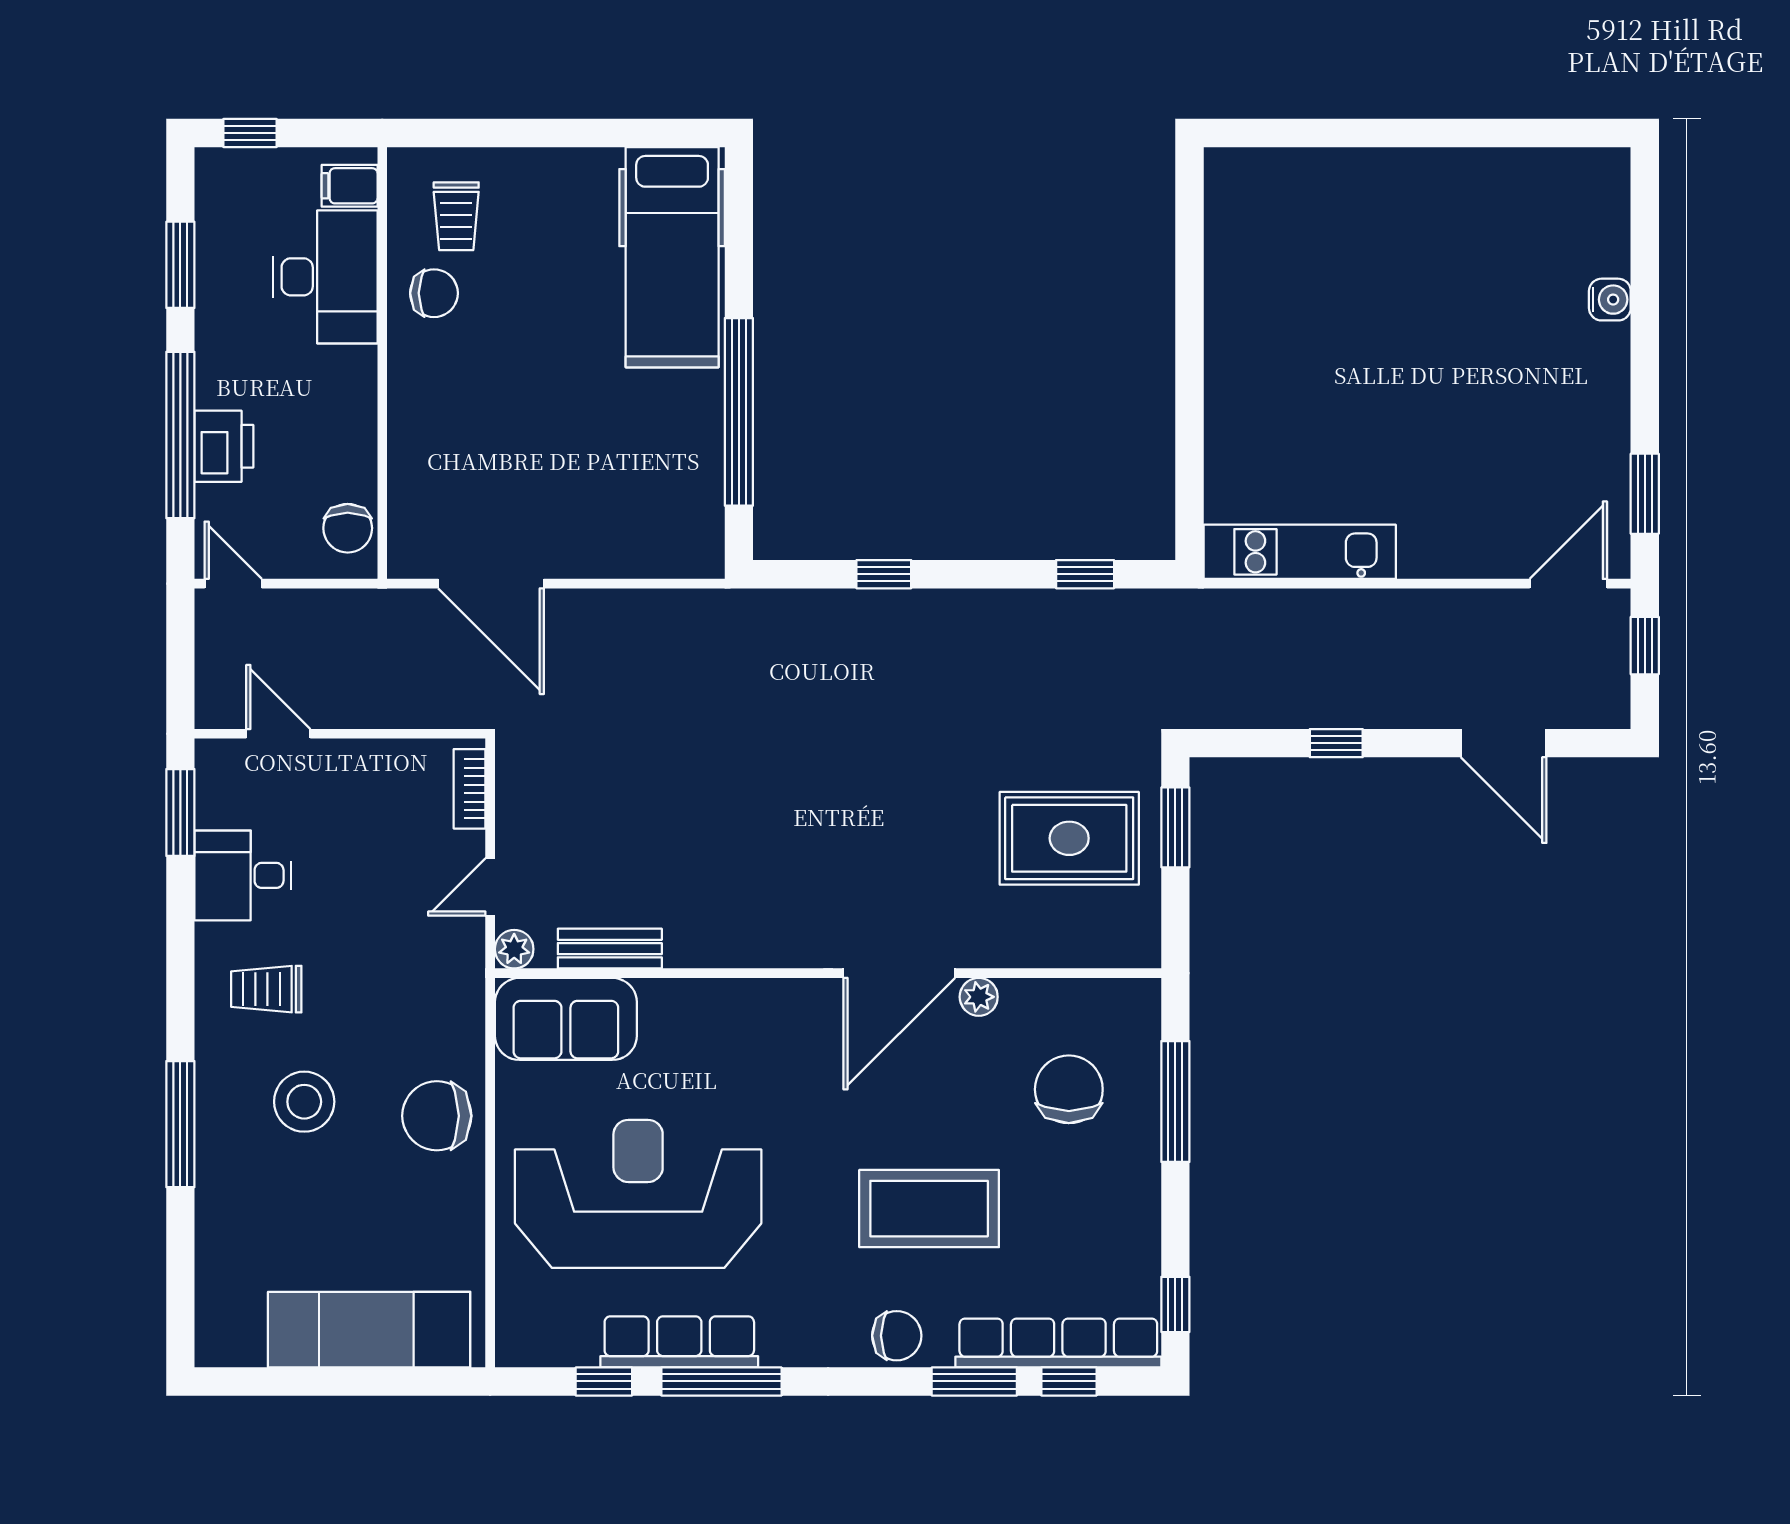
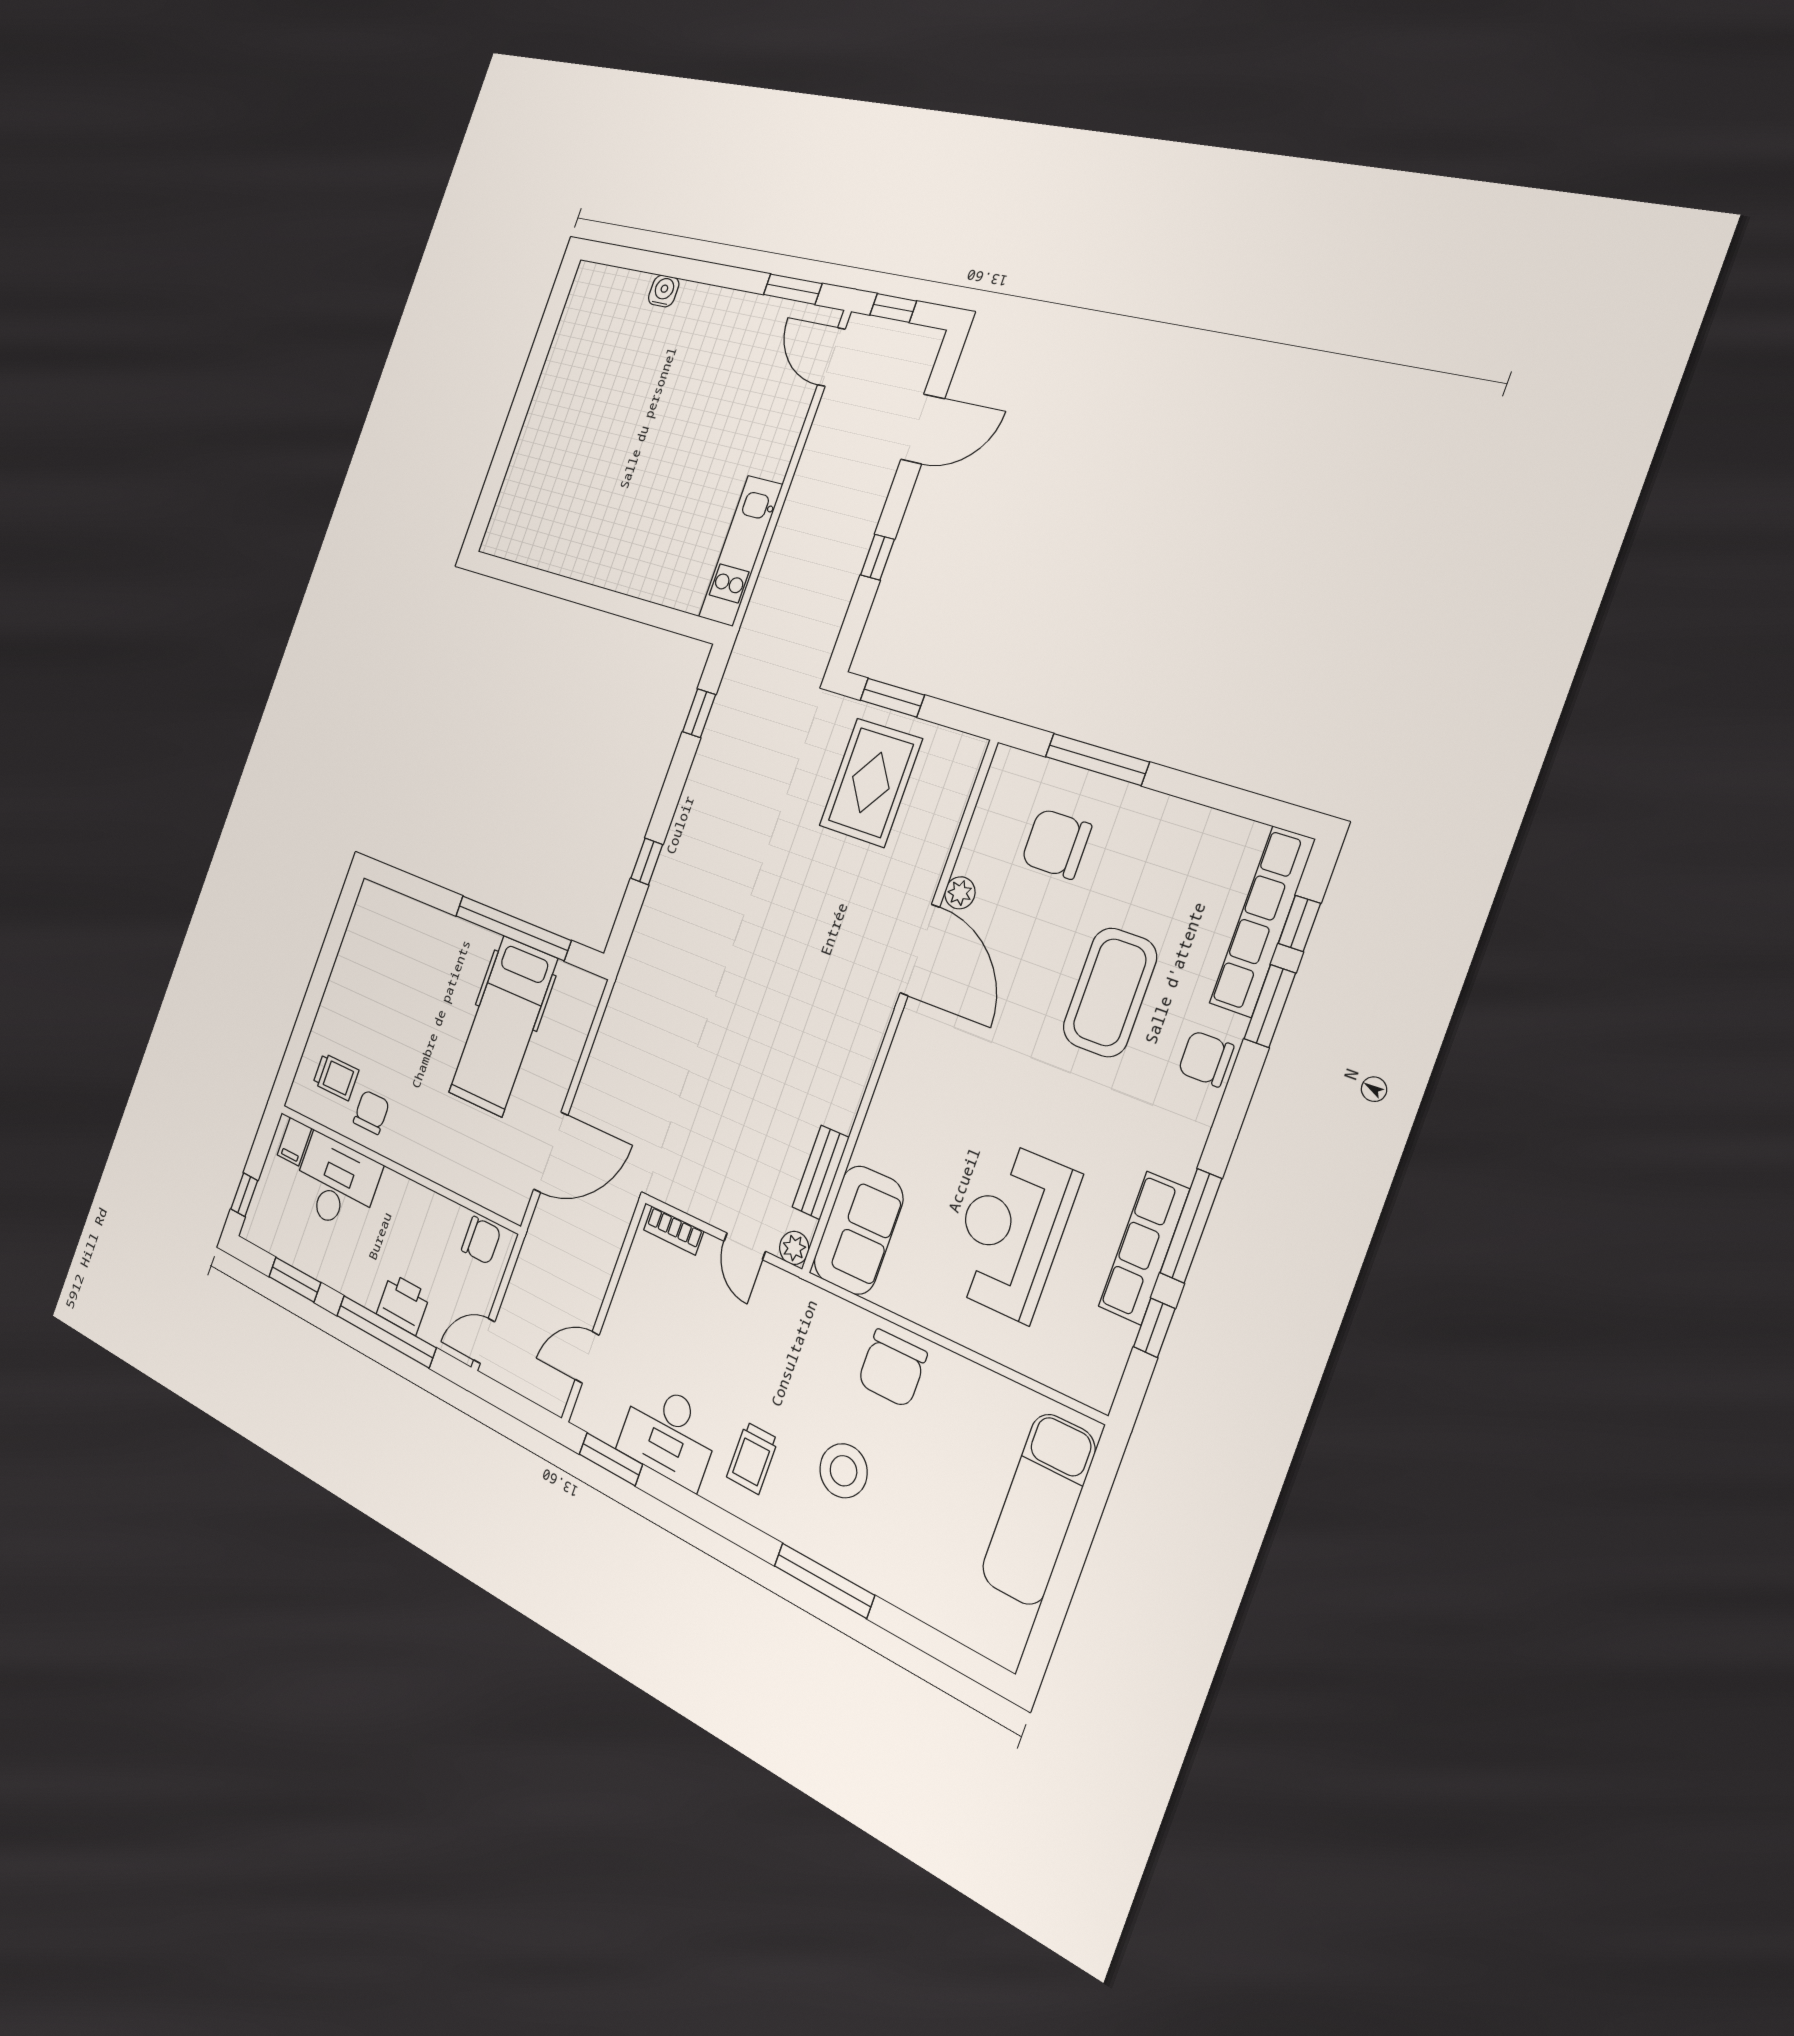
hospital bed: (672, 257) -> (503, 1026), moved, turned 90
desk: (243, 875) -> (669, 1434), width x1.37
reception desk: (638, 1194) -> (1011, 1230), width x0.74, depth x0.77
window: (1175, 1304) -> (1265, 810), removed
chair: (897, 1336) -> (1206, 1059), turned -90

